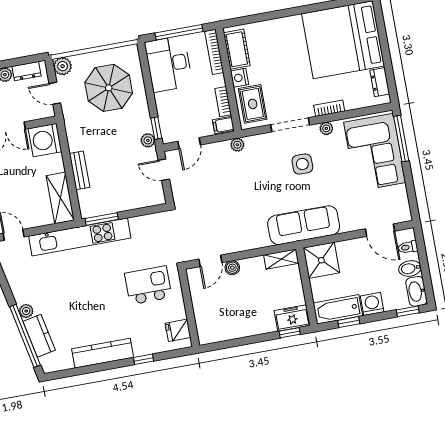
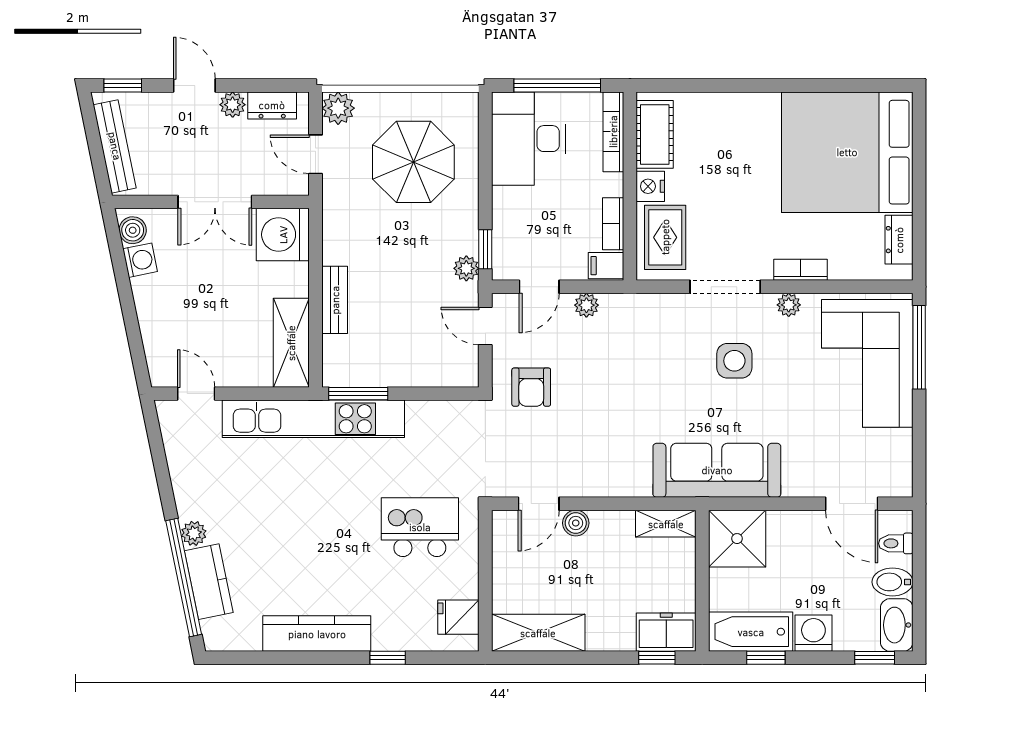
plant: (237, 145) -> (586, 305), moved
armchair: (195, 198) -> (531, 387), added
shelving: (223, 331) -> (538, 633), added

